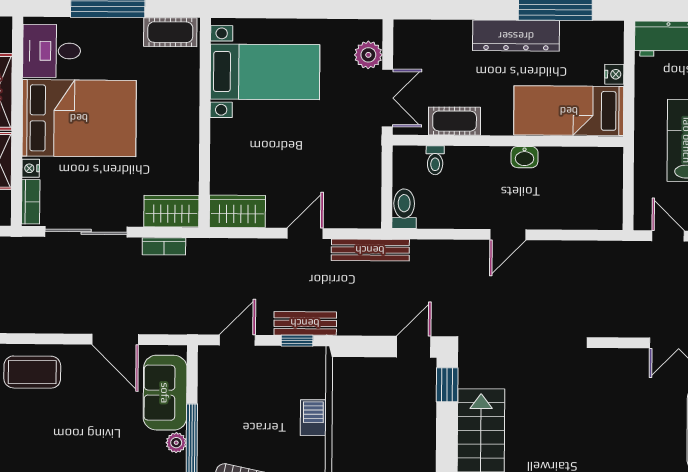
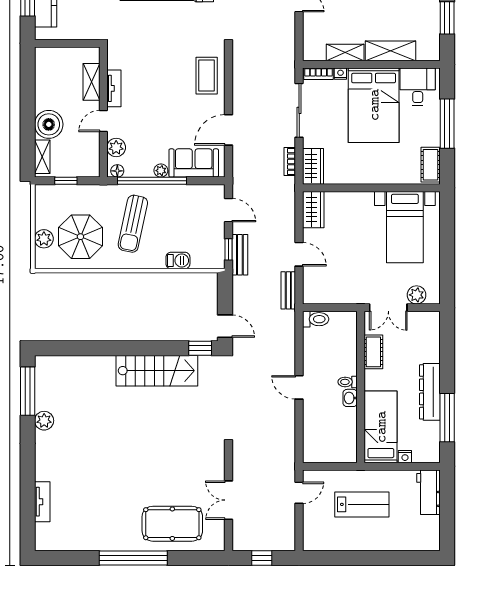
toilet: (435, 160) -> (348, 382), moved
bench: (370, 250) -> (288, 290), width x0.73

